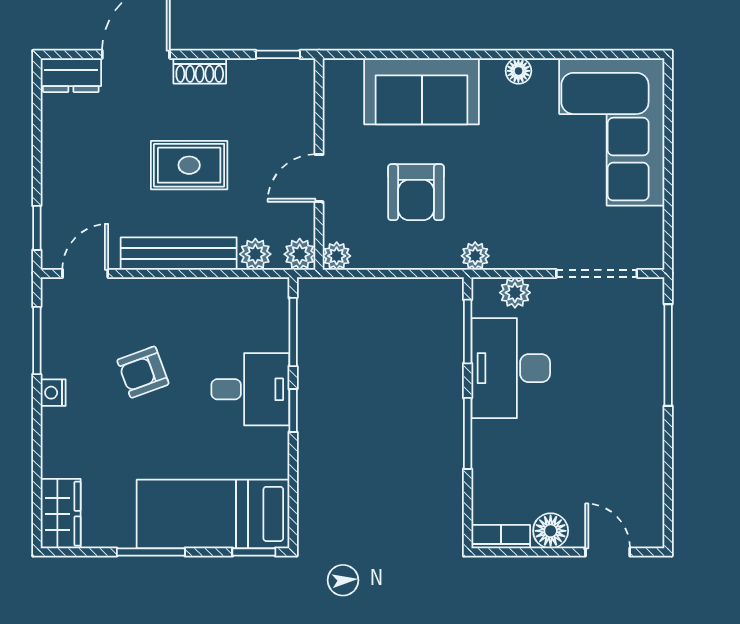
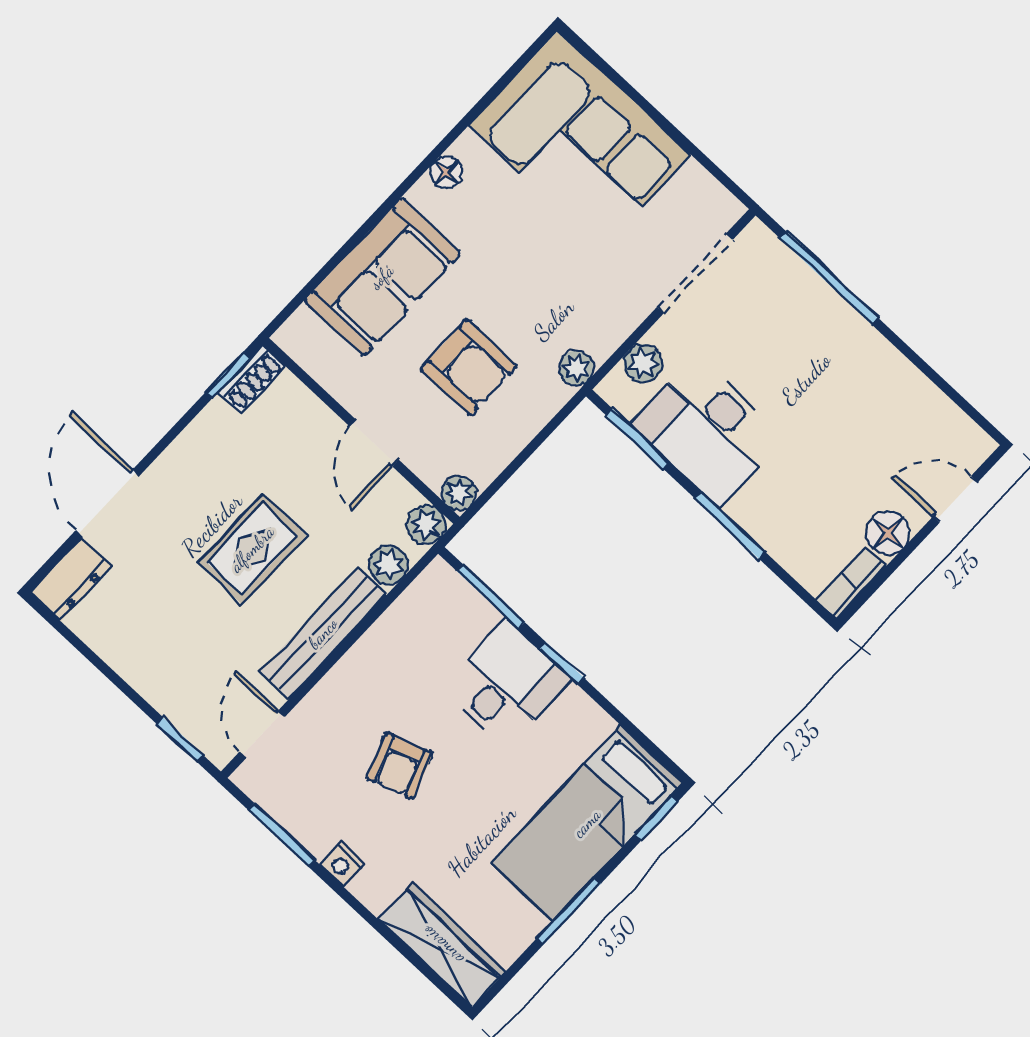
shoe rack: (200, 71) -> (252, 379), moved
wardrobe: (61, 514) -> (442, 945), width x1.50

